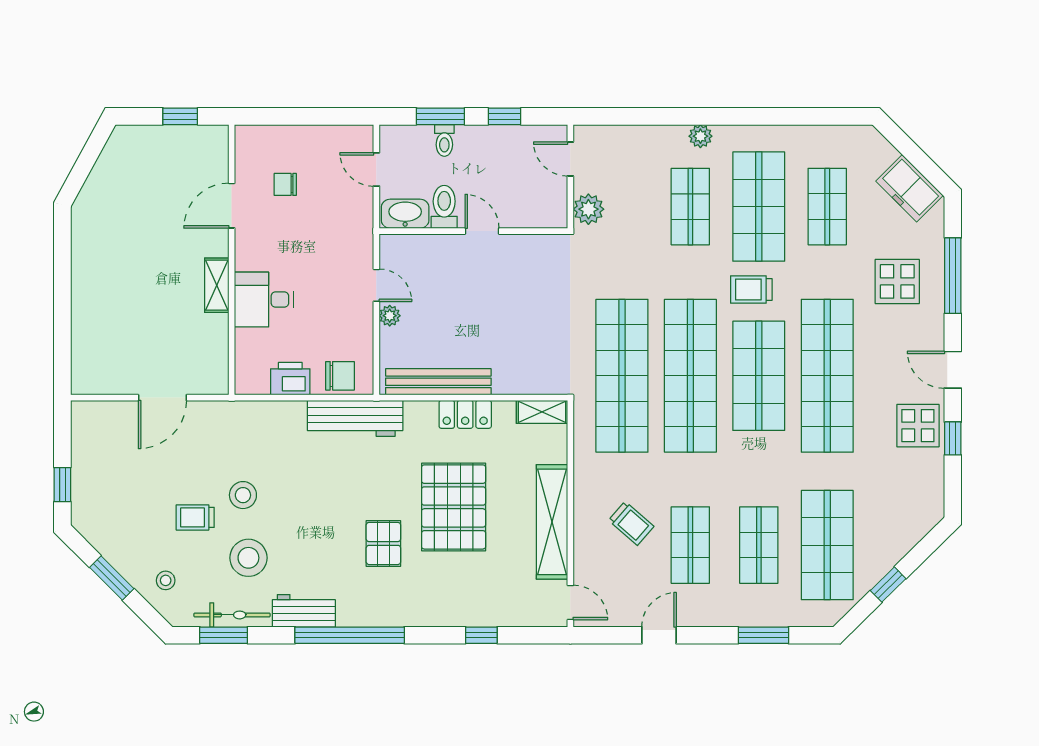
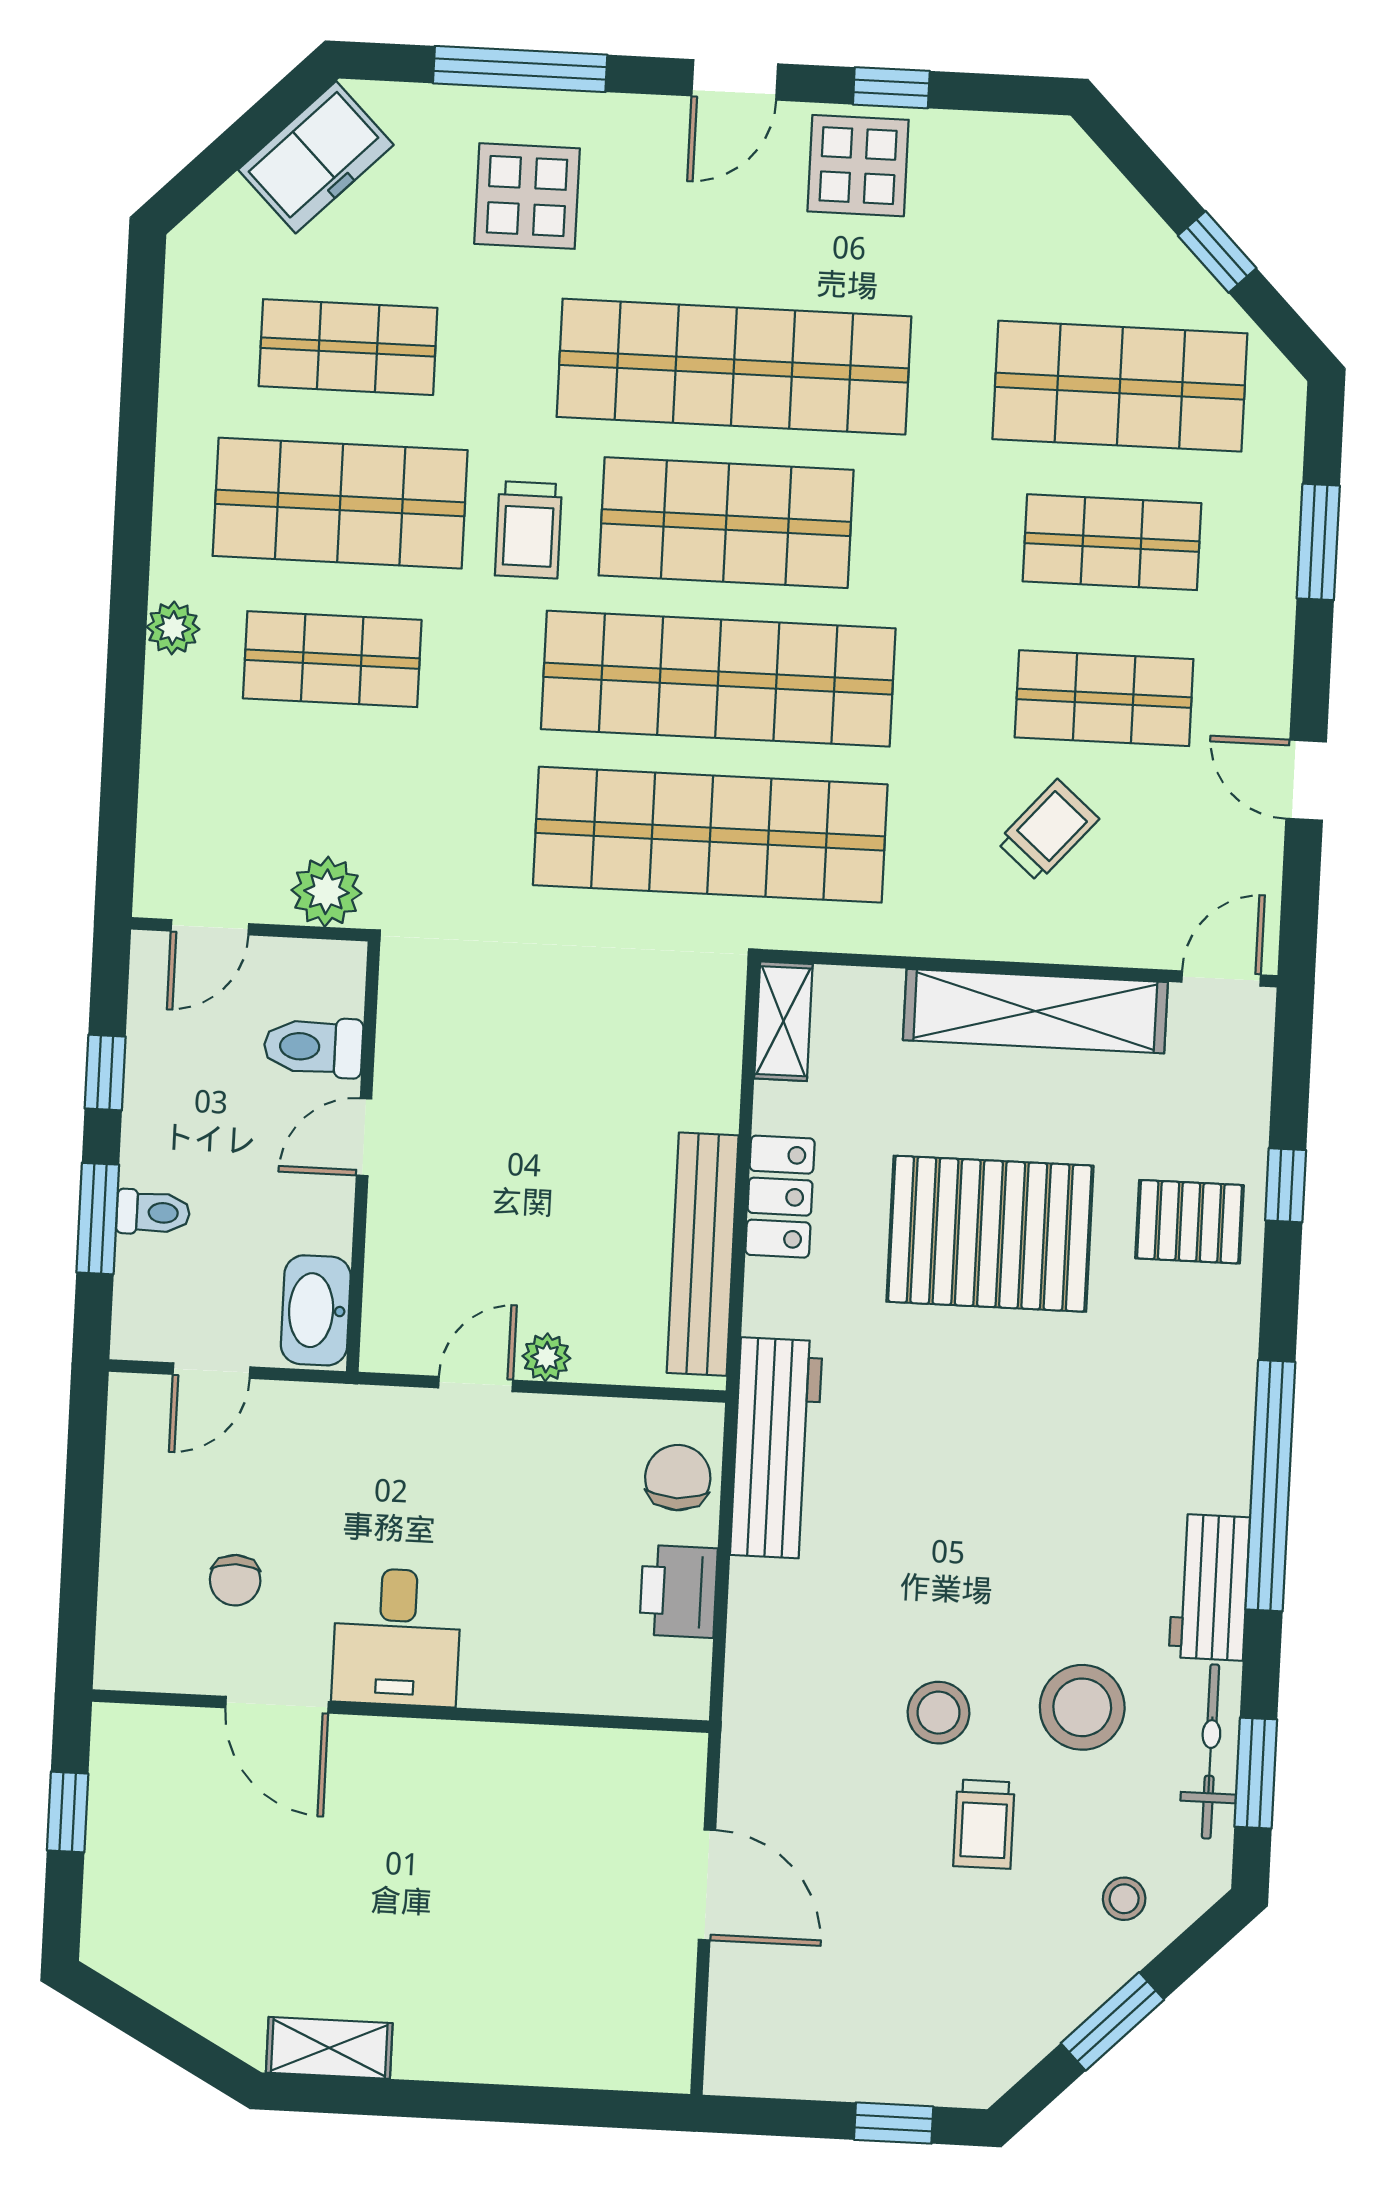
toilet: (444, 207) -> (313, 1047), moved
shelving: (217, 285) -> (329, 2048), moved
desk: (264, 300) -> (397, 1637), moved
pallet: (383, 543) -> (1190, 1222), moved

